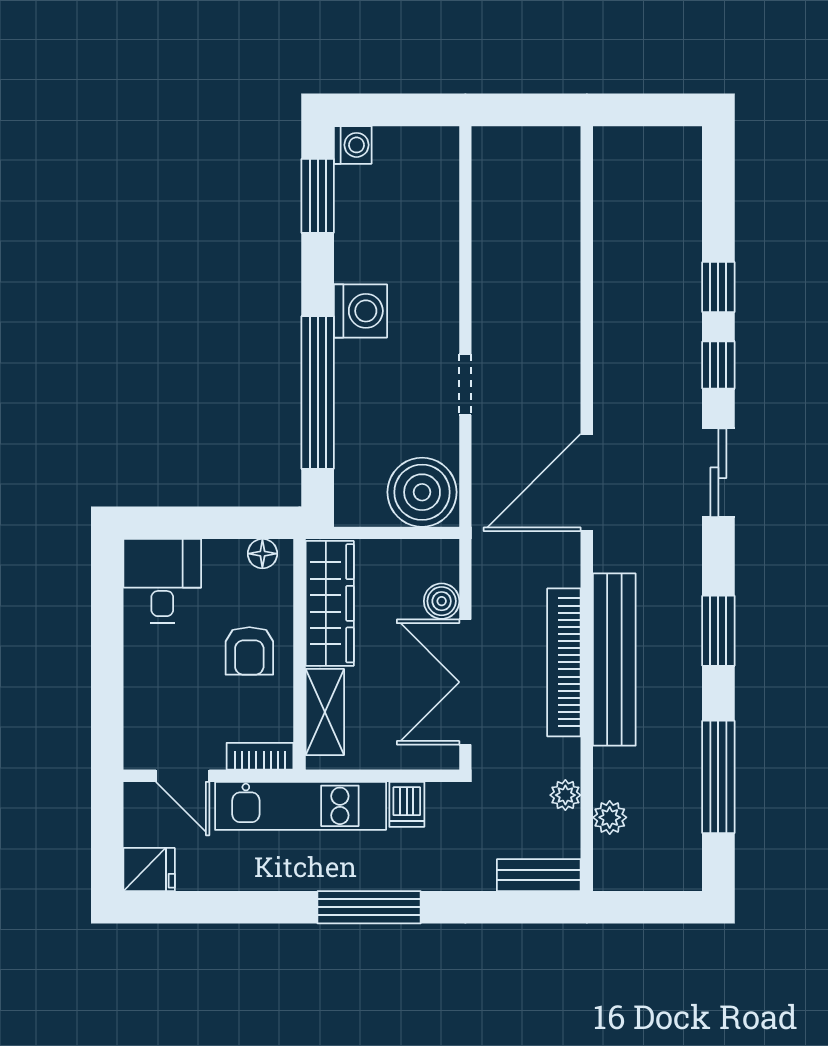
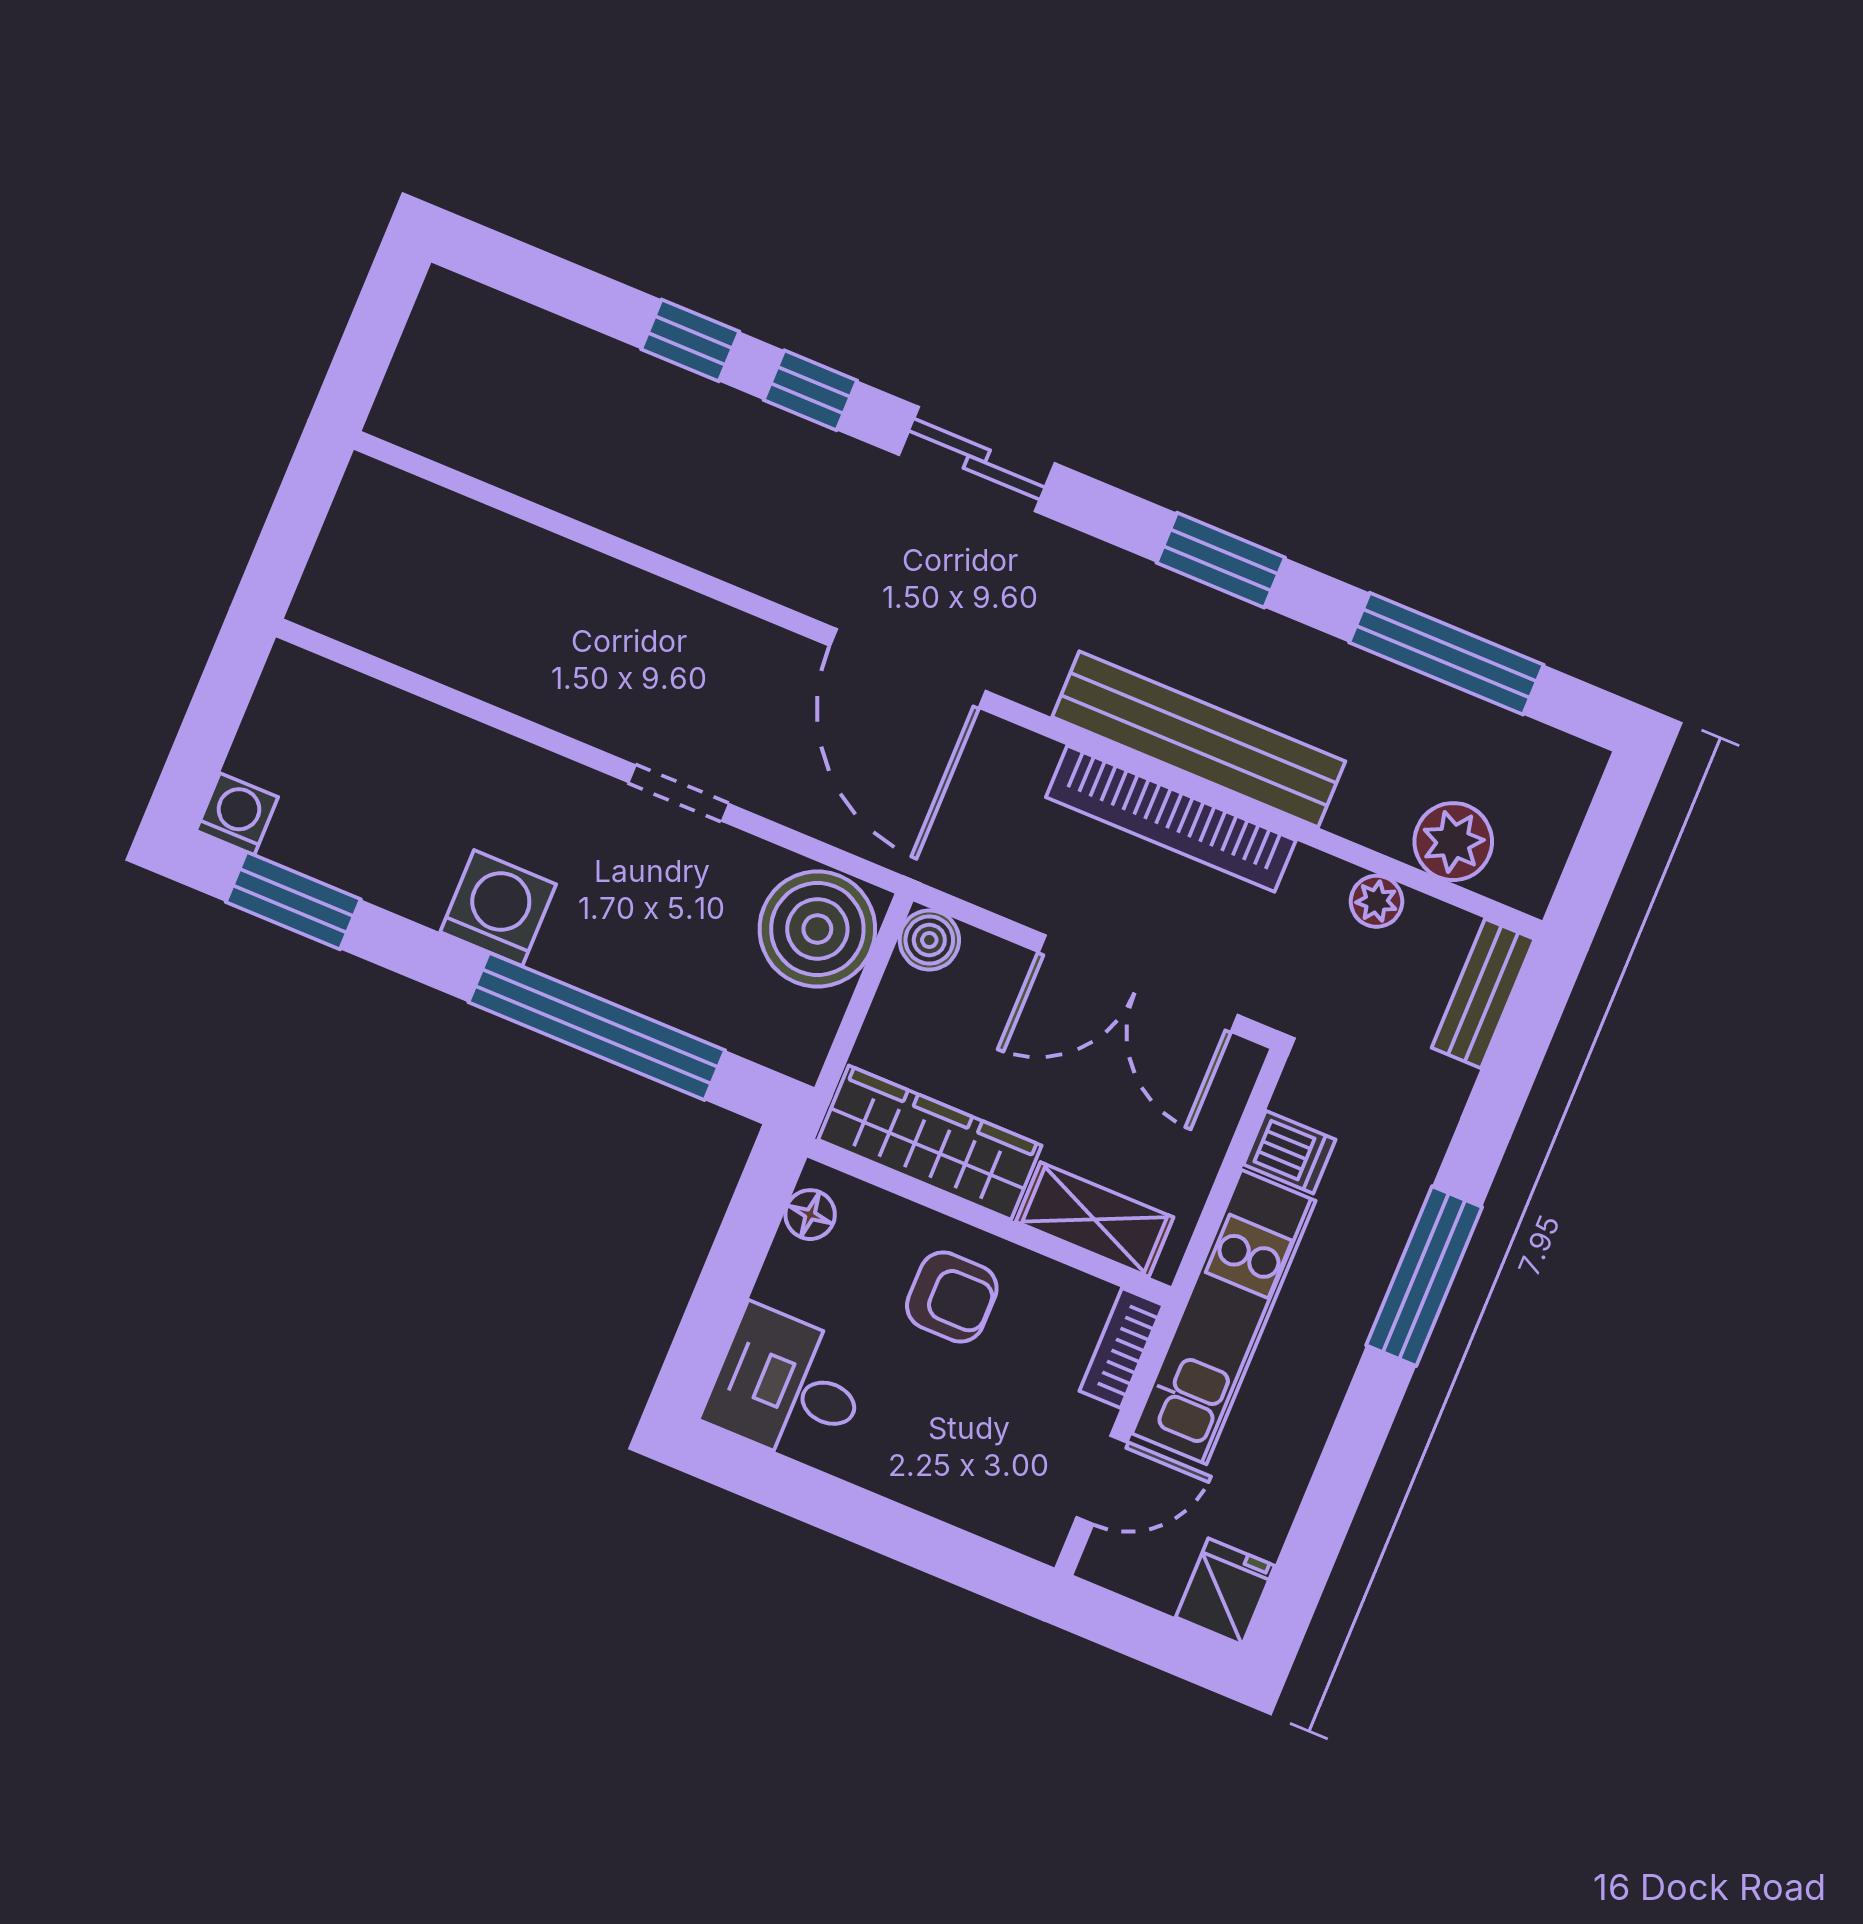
boiler: (442, 601) -> (929, 940), moved
plant: (610, 817) -> (1453, 842), width x1.38, depth x1.38

